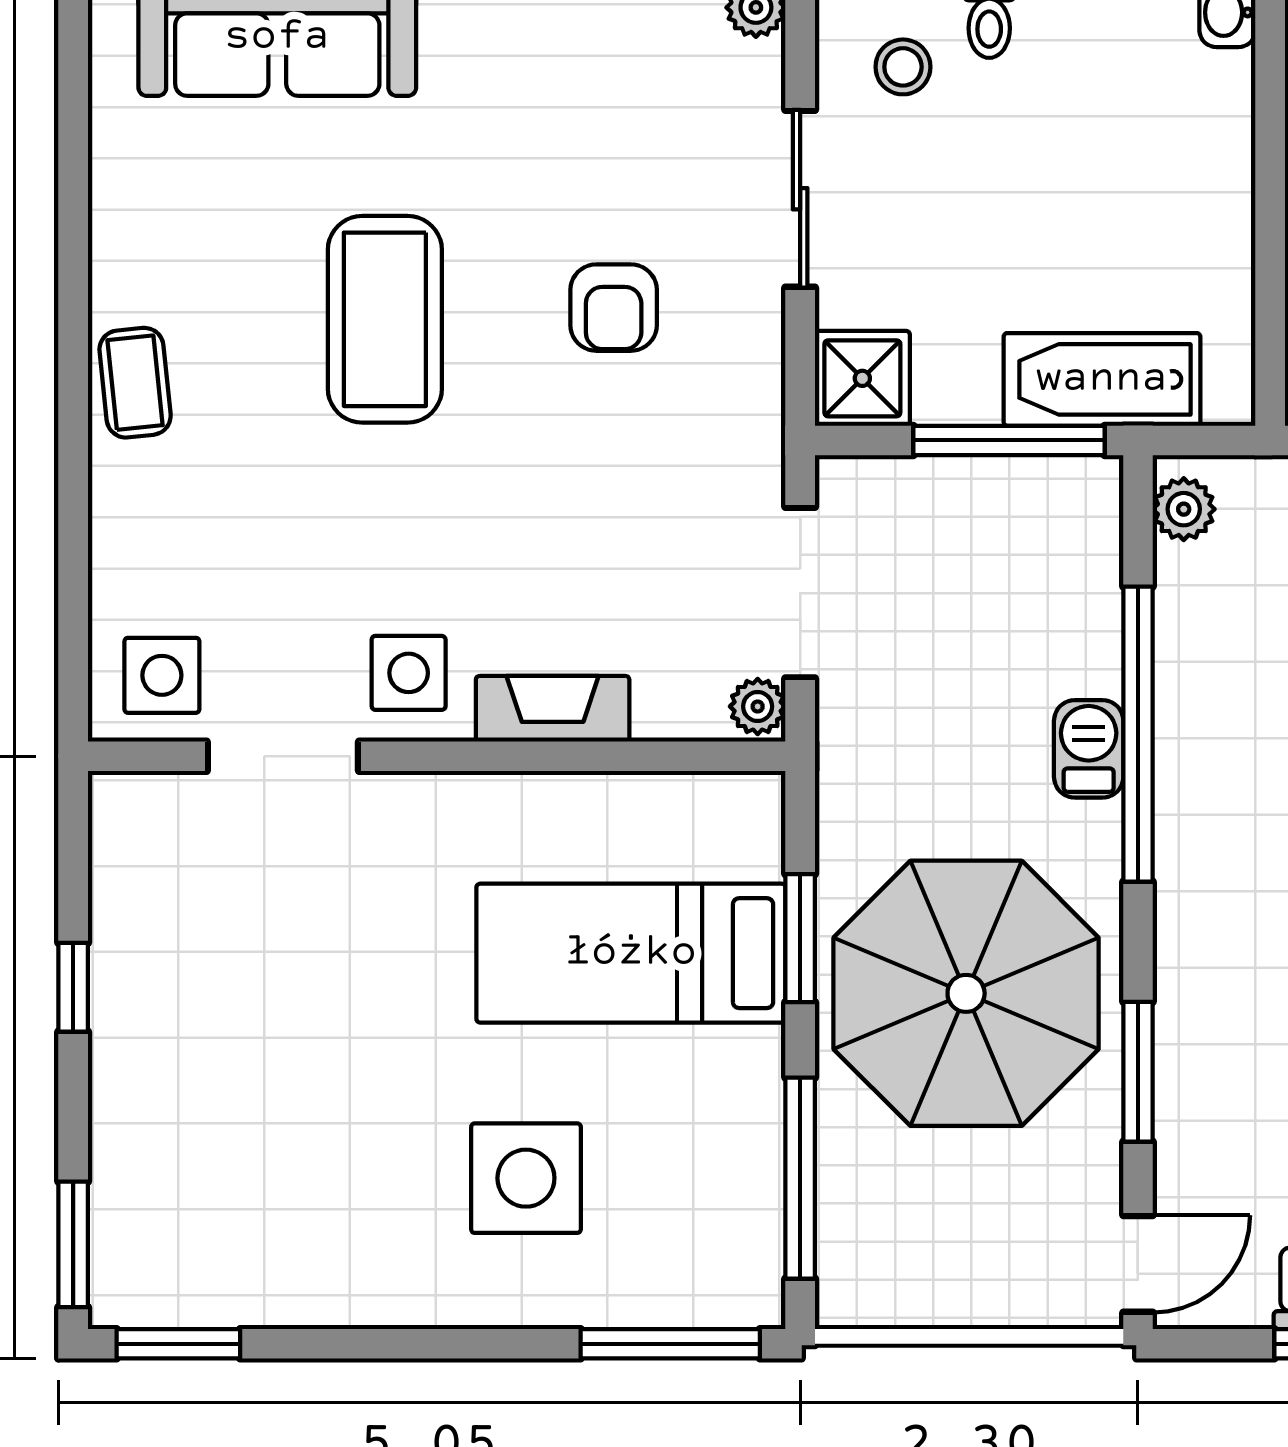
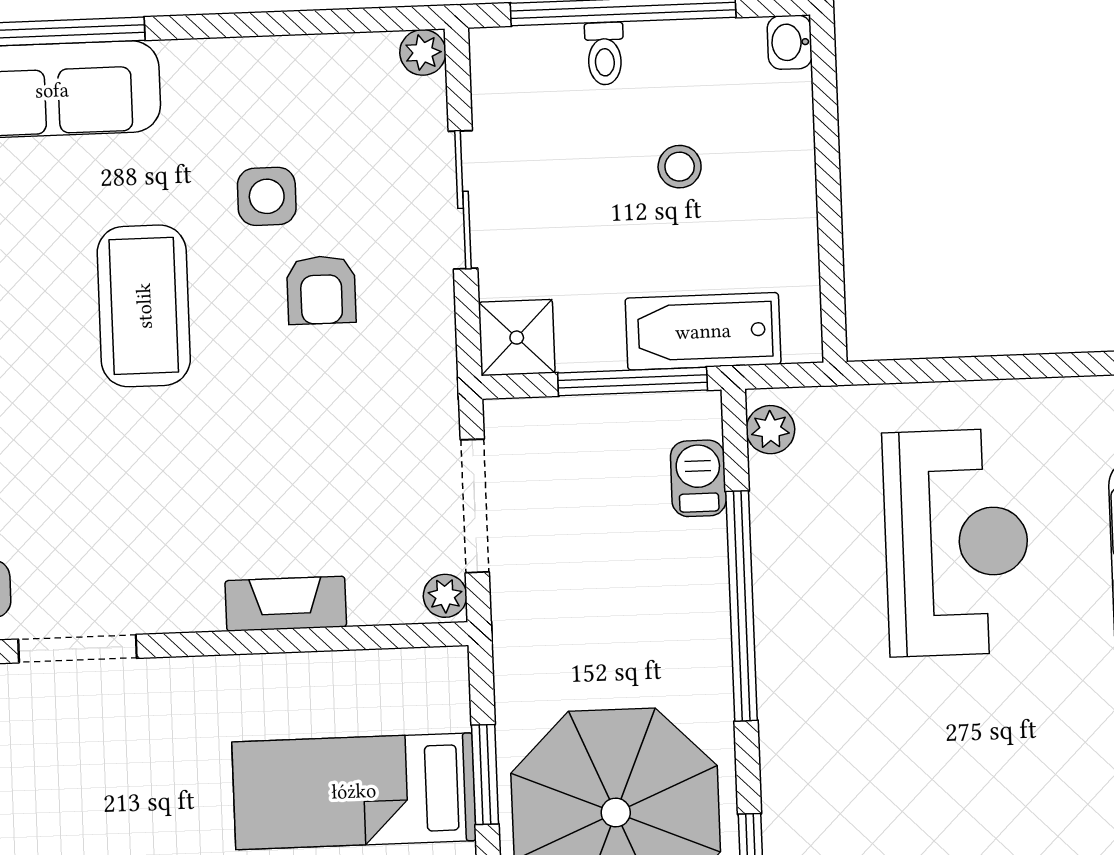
stool: (903, 67) -> (680, 167), moved
side table: (409, 673) -> (267, 196), moved
barbecue: (1089, 749) -> (698, 478), moved

